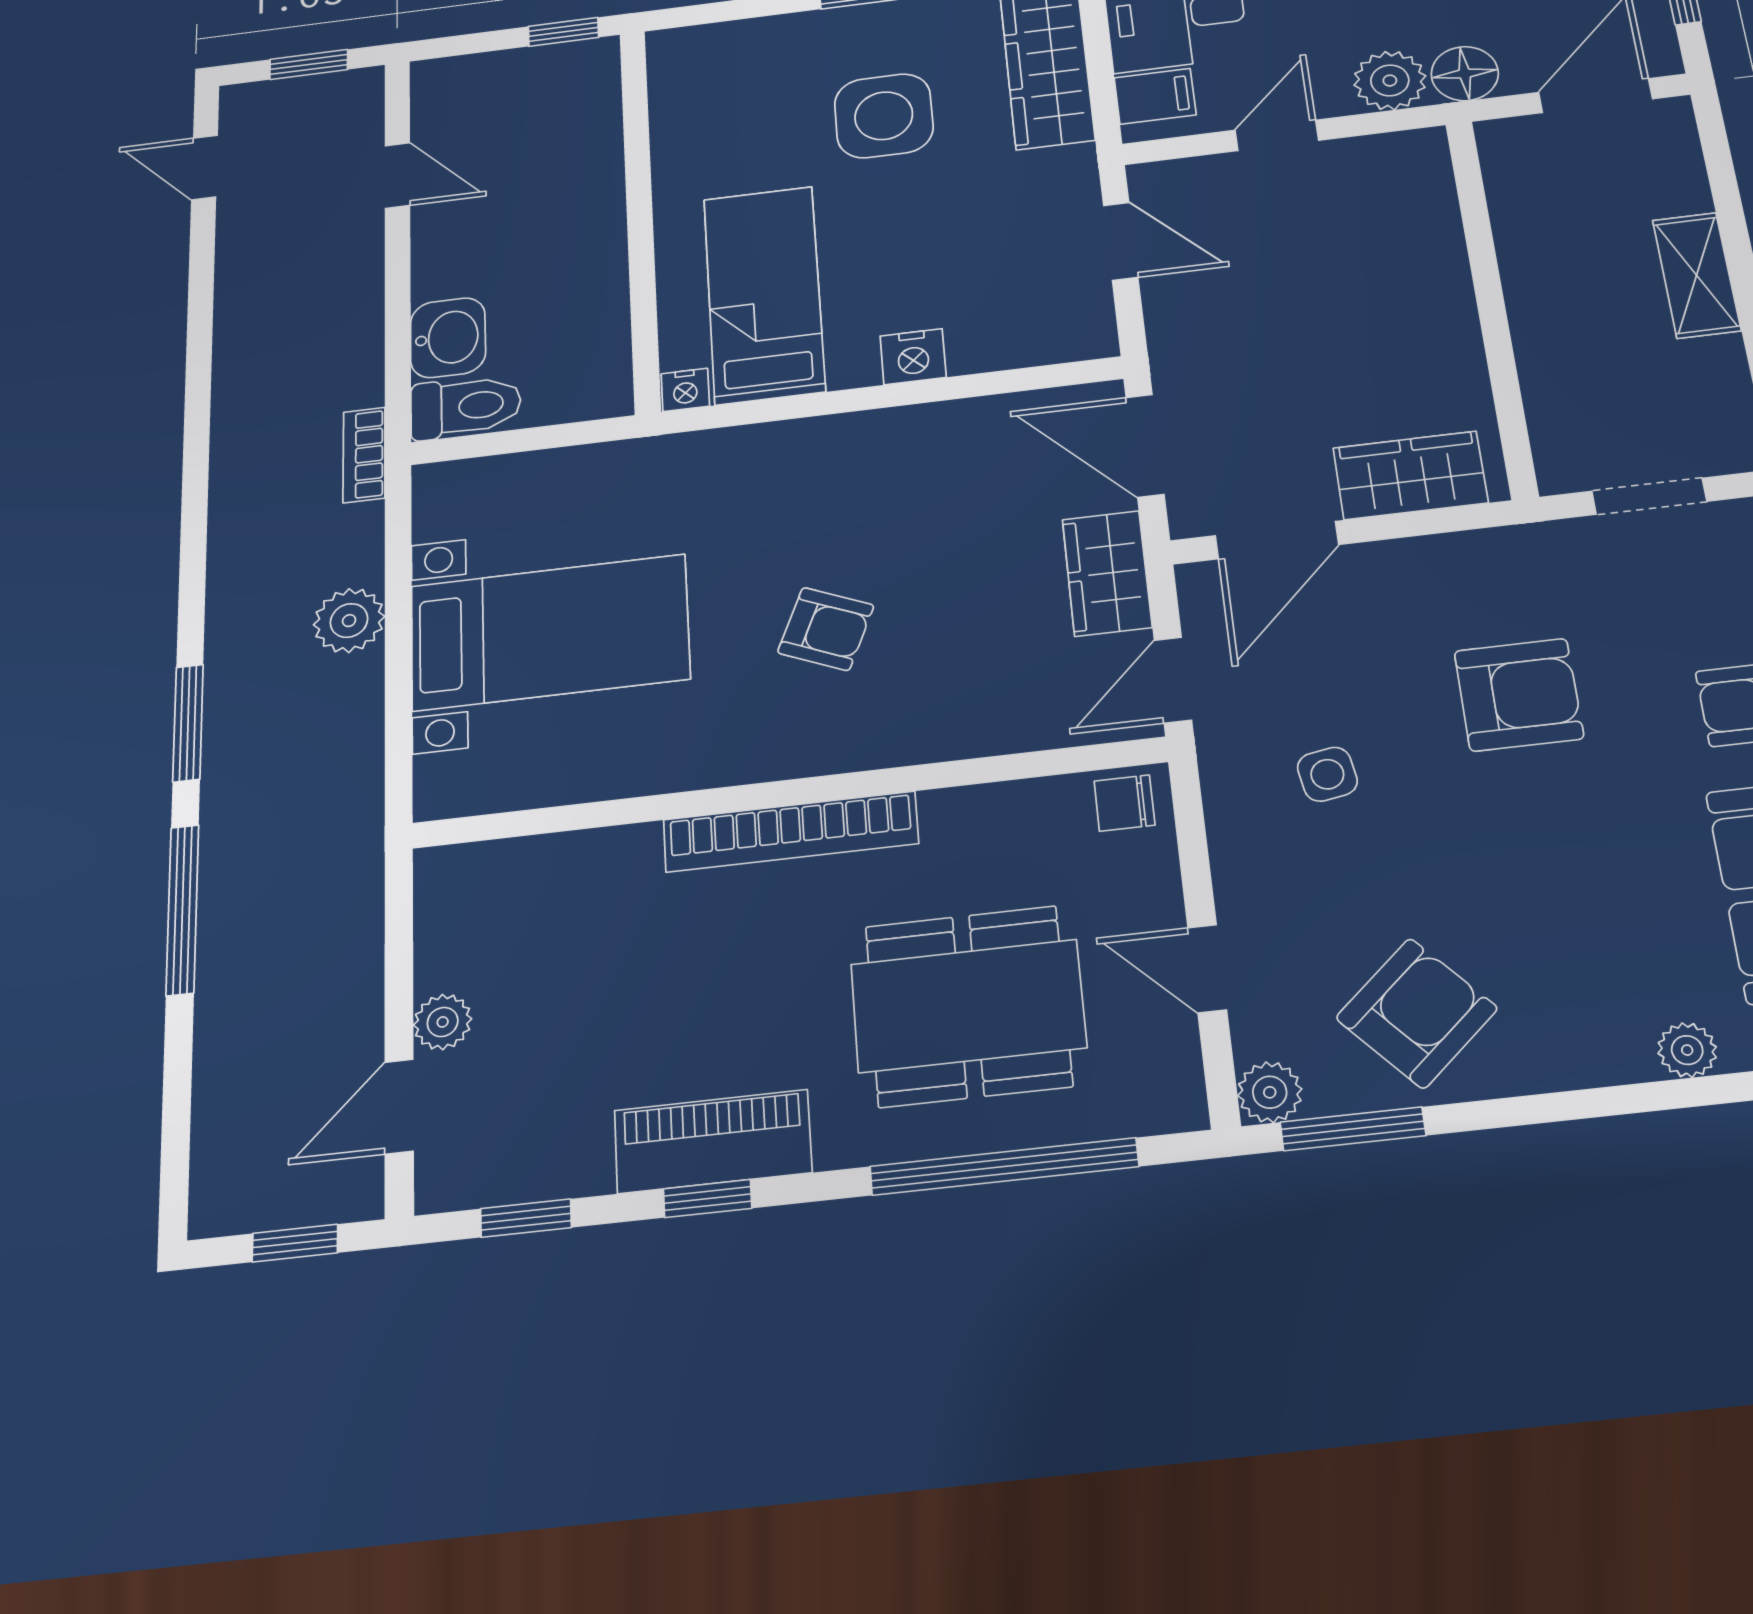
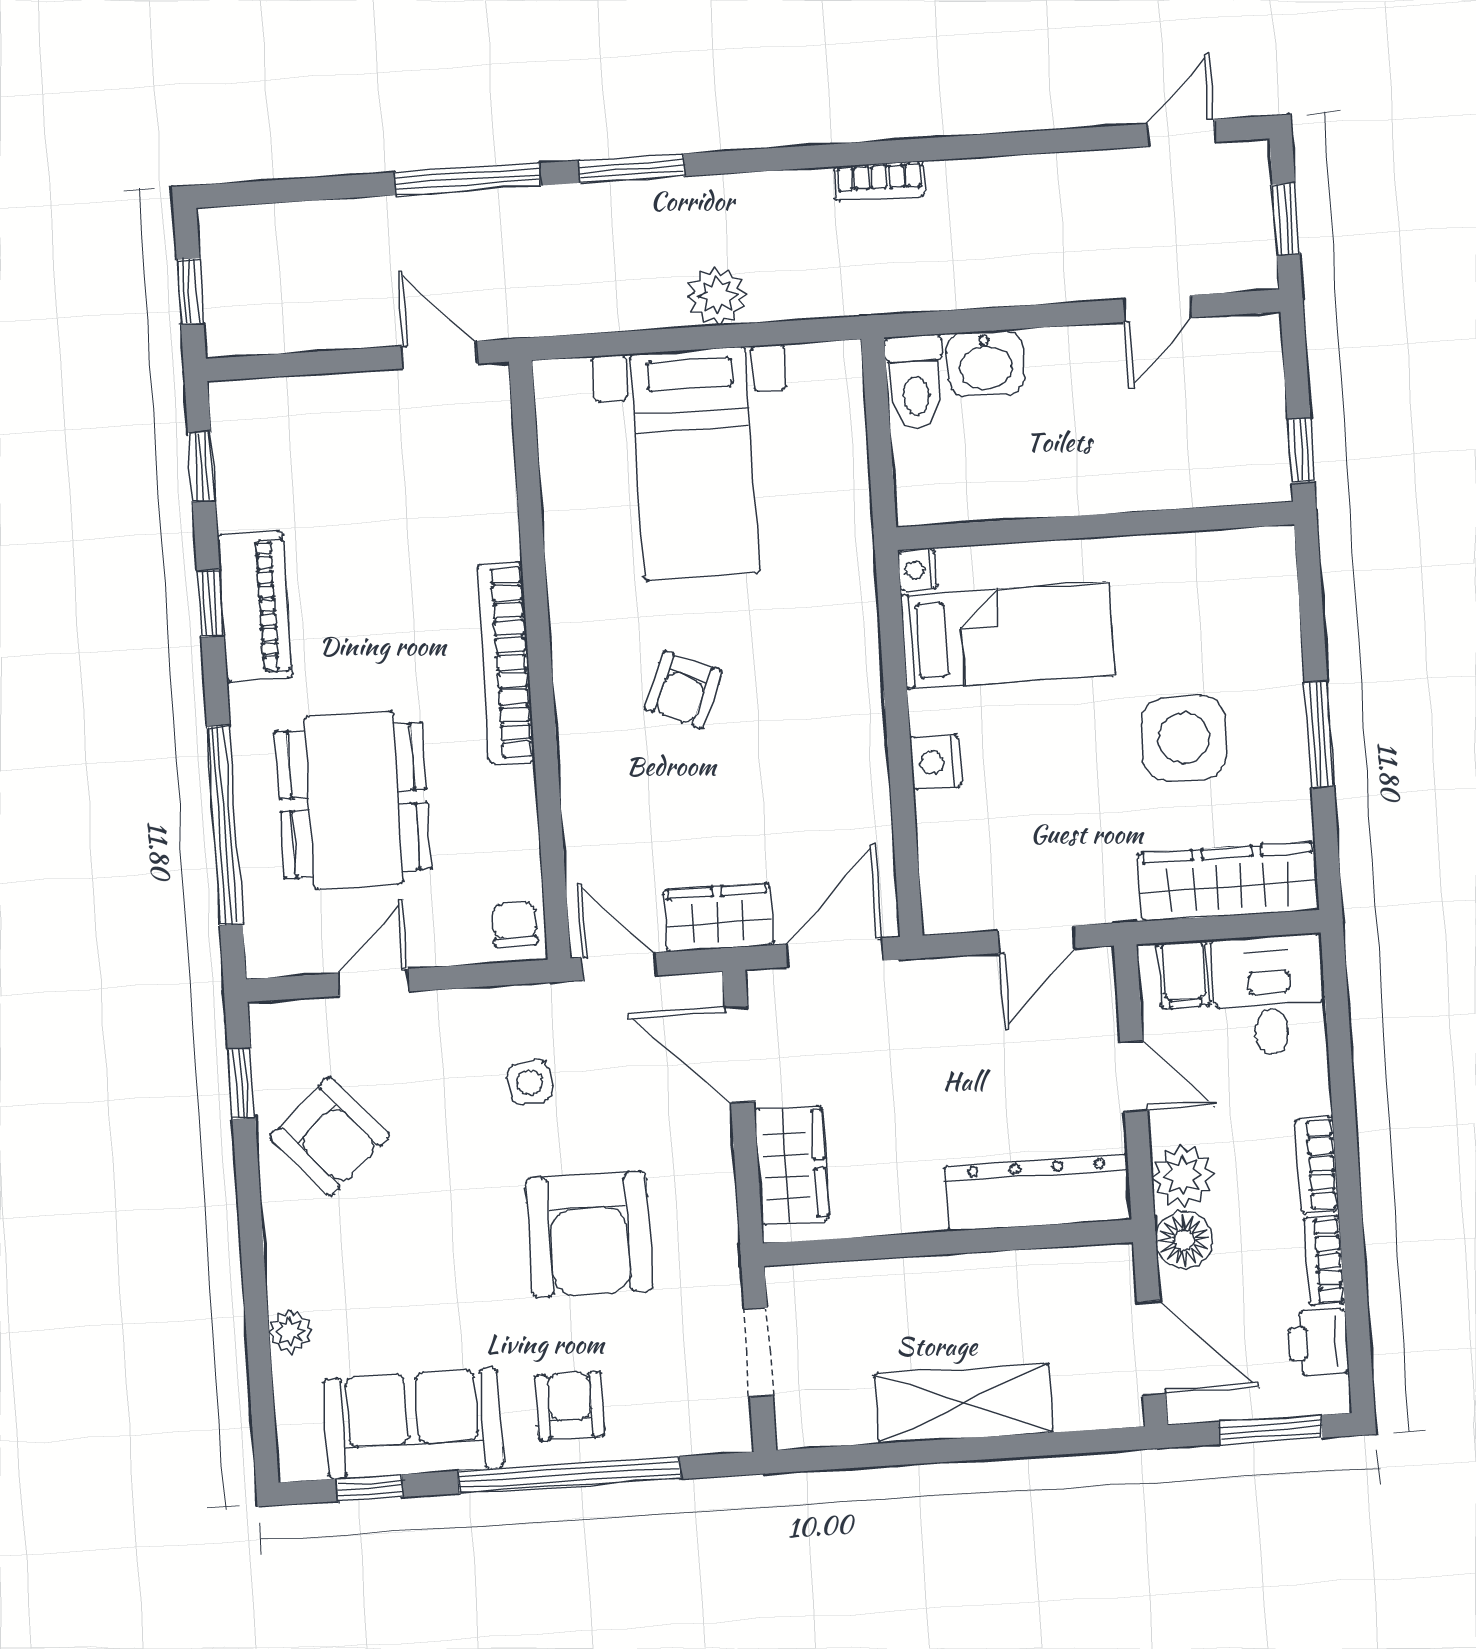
dresser: (1422, 219) -> (1038, 1193), added
shelving: (1697, 275) -> (963, 1403), width x1.50, depth x1.33
bookcase: (364, 455) -> (879, 181), moved, turned 180
armchair: (1519, 695) -> (589, 1234), width x1.36, depth x1.36
plant: (443, 1022) -> (361, 394), removed
plant: (1270, 1092) -> (273, 1024), removed
door: (399, 1106) -> (440, 355), moved
window: (1353, 1129) -> (241, 1083), width x0.67

